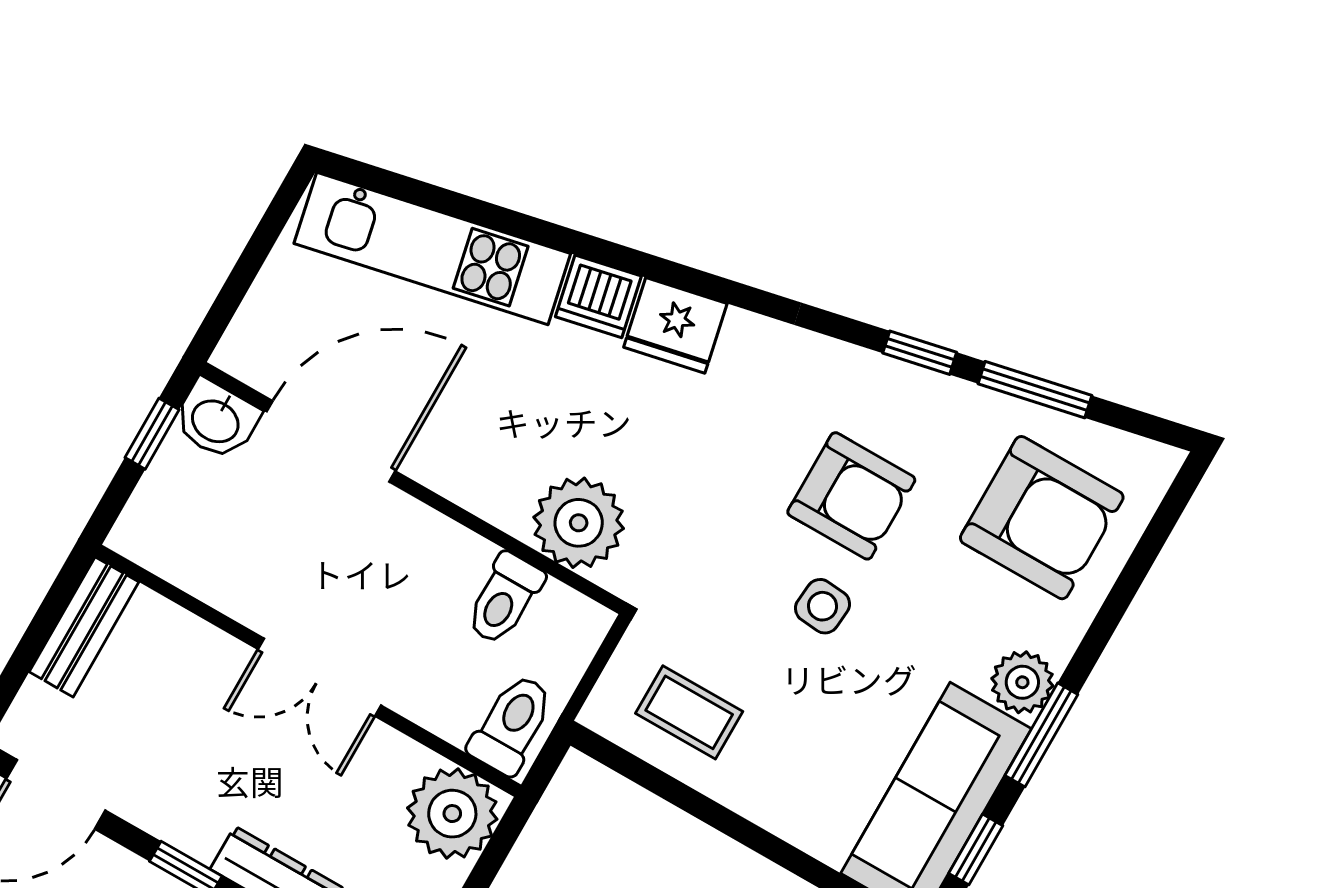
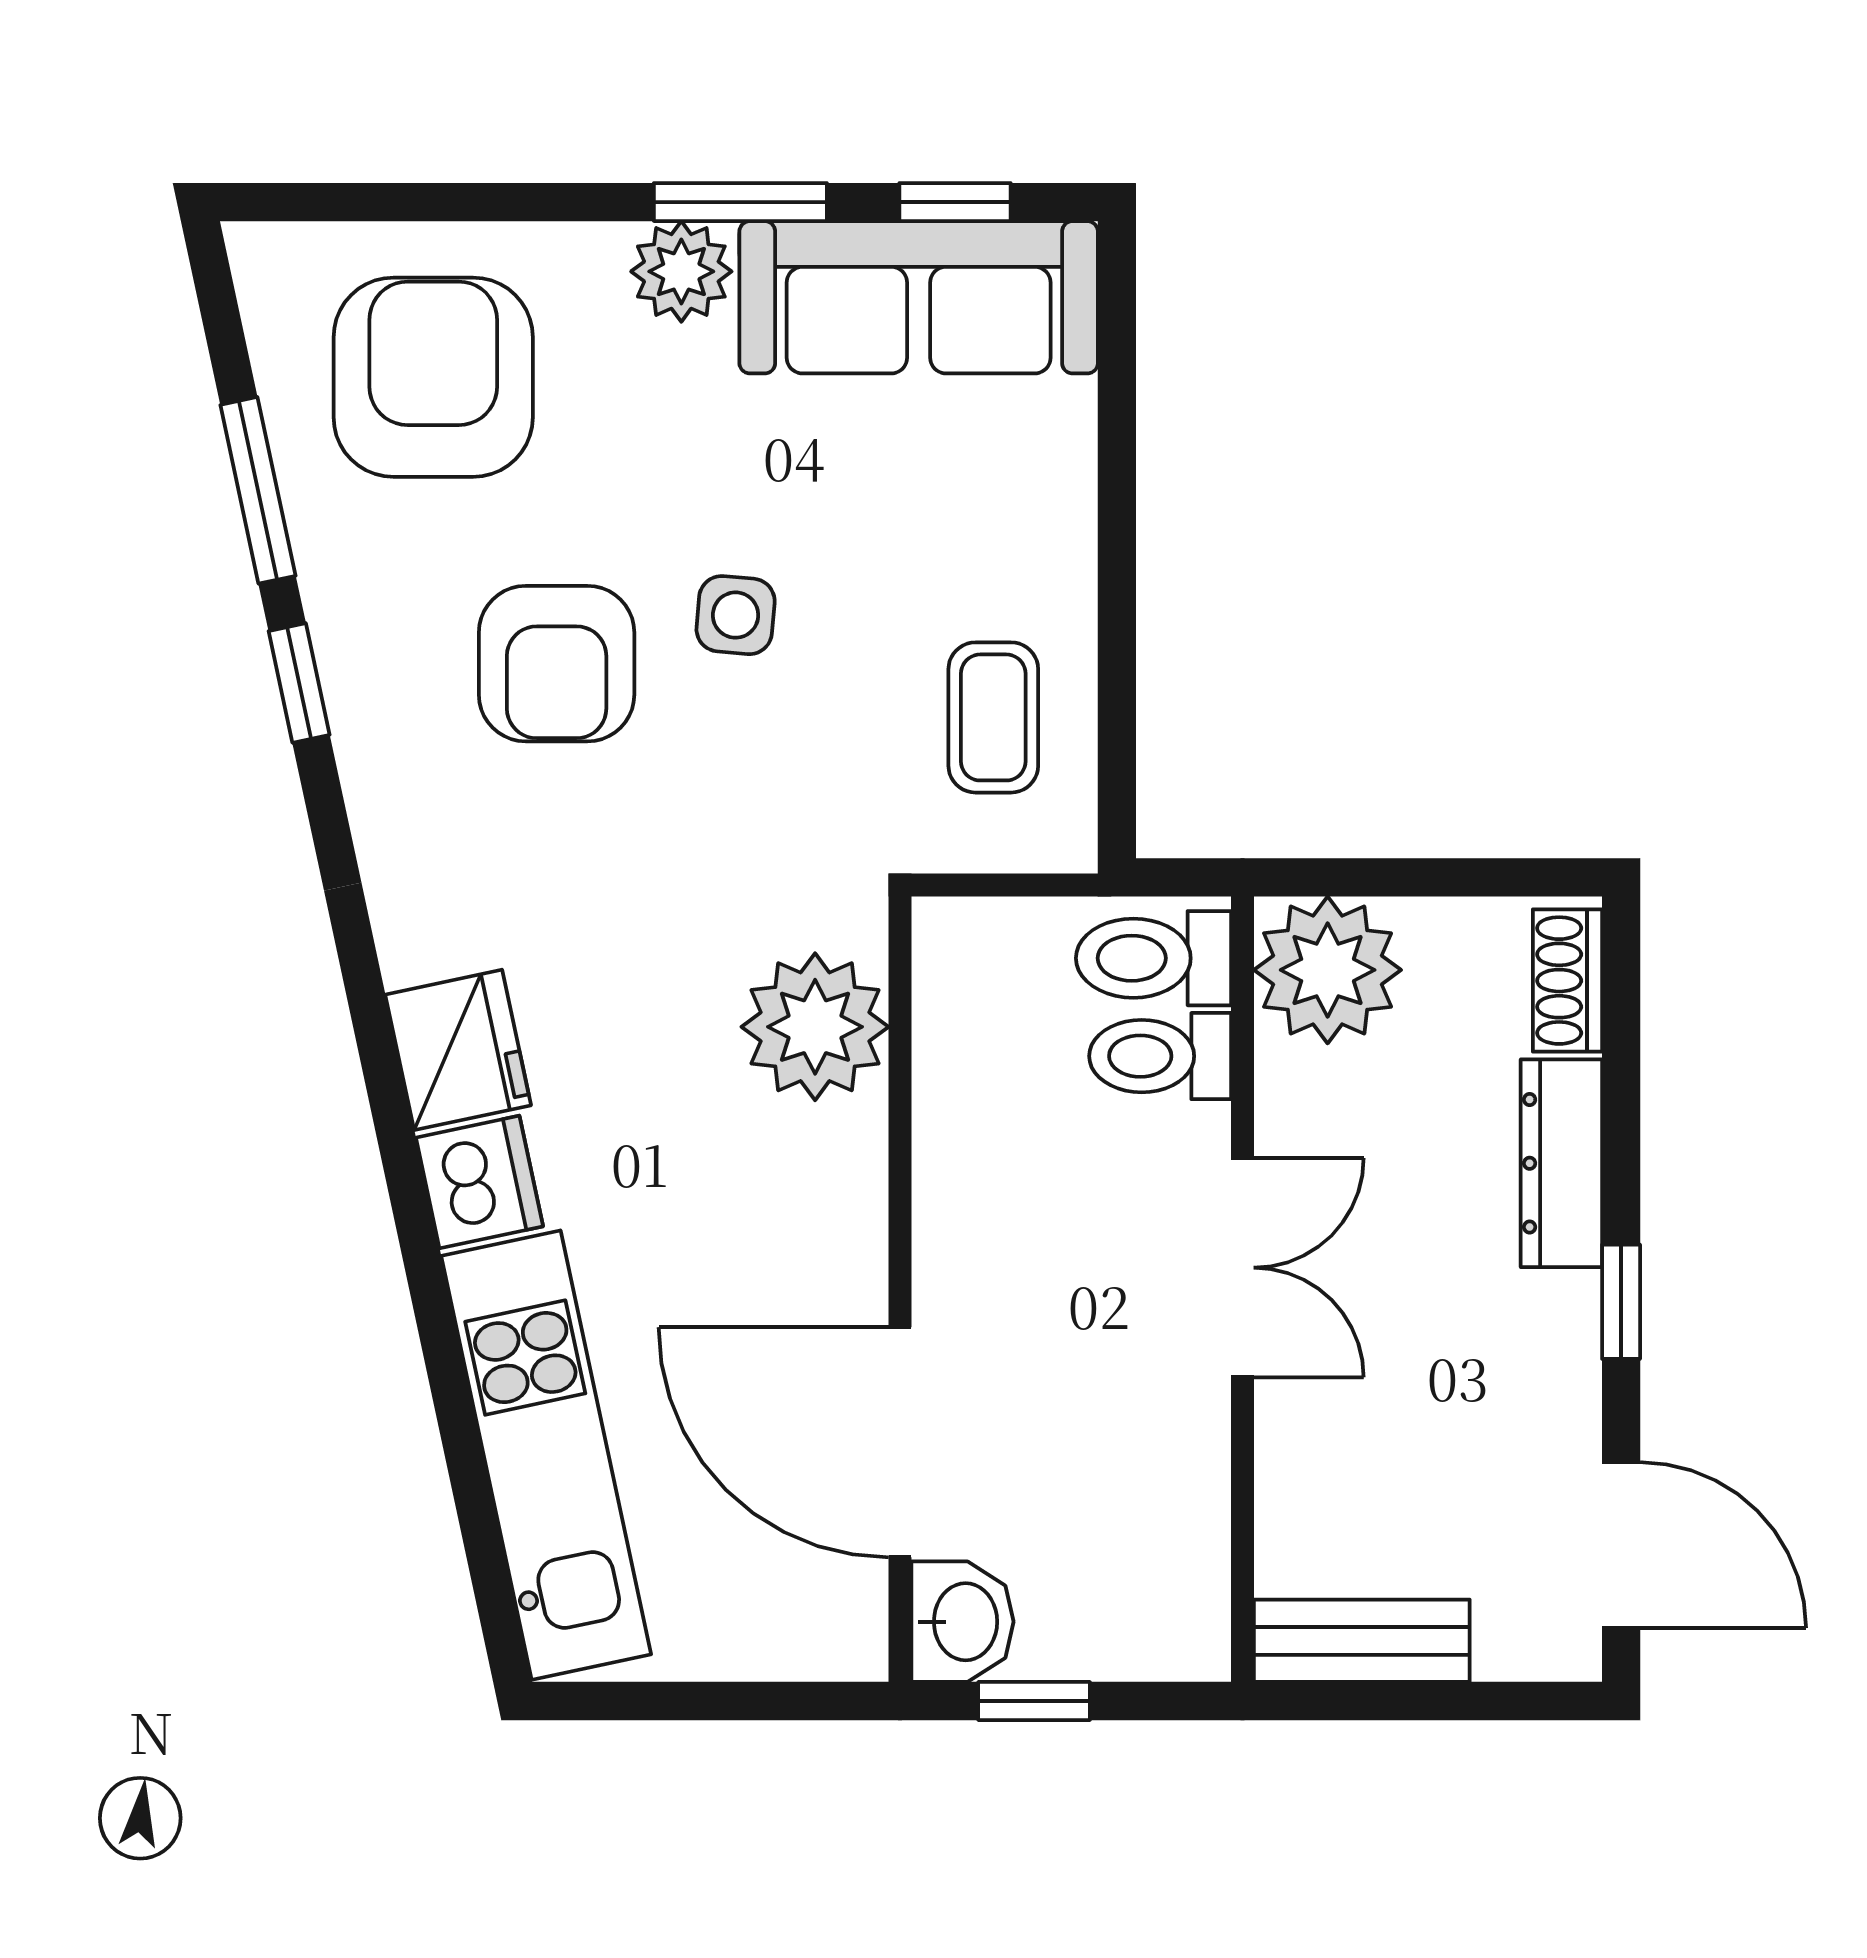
armchair: (851, 496) -> (557, 664), turned 180
toilet: (504, 599) -> (1160, 1056), moved, turned 180

